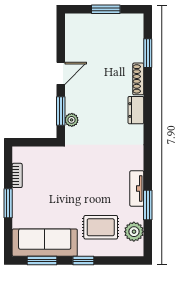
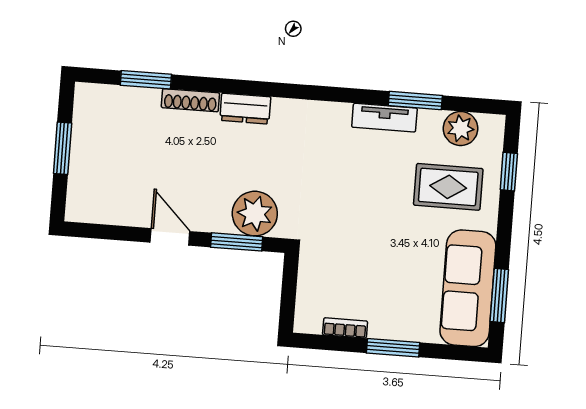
plant: (72, 120) -> (255, 214), width x1.87, depth x1.87
rug: (101, 227) -> (448, 187), turned 90
window: (83, 261) -> (509, 172), moved

